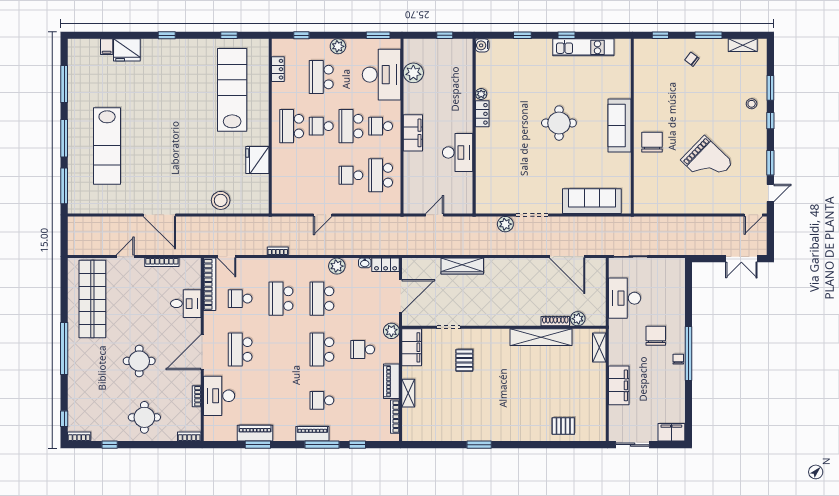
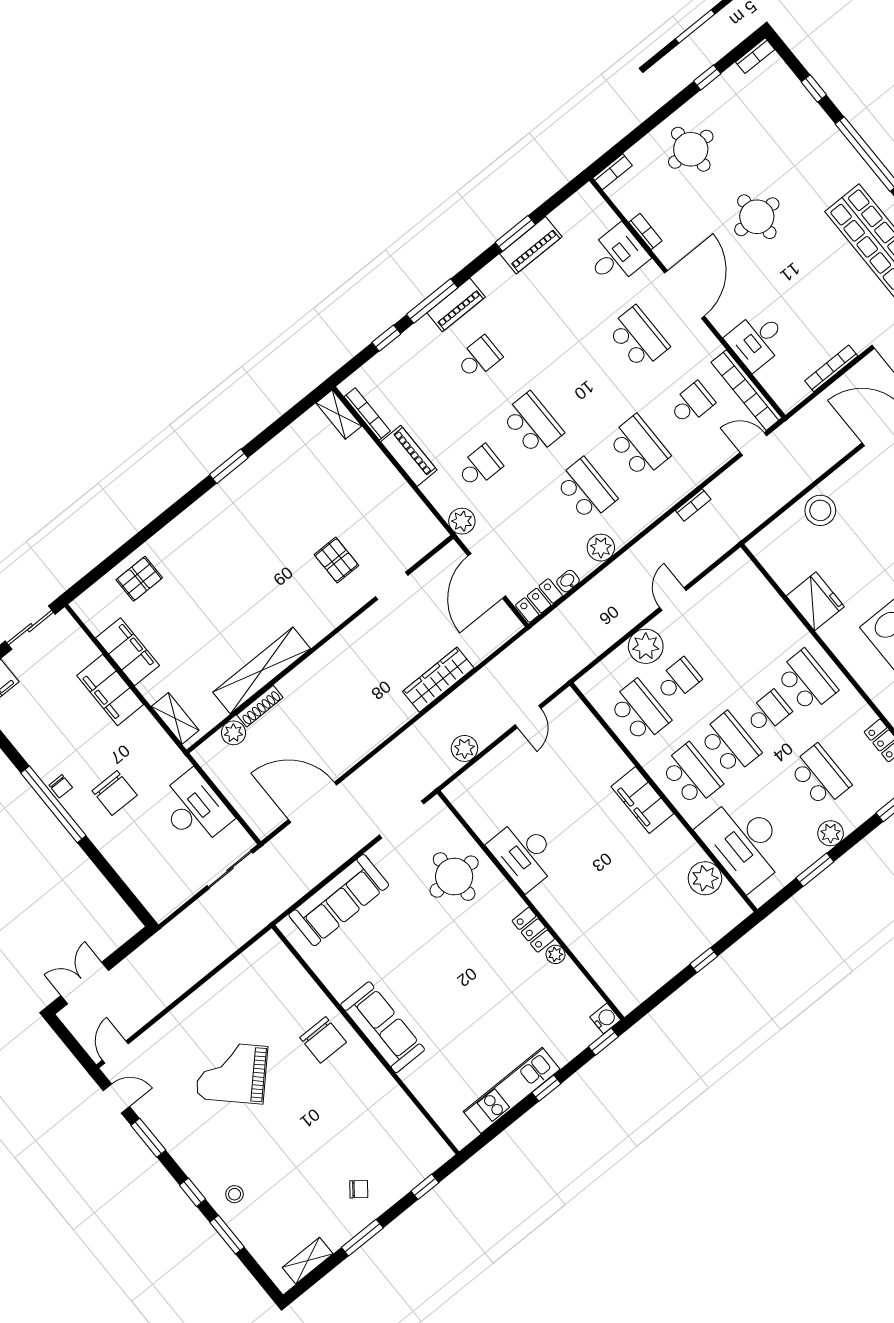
window: (378, 35) -> (815, 870), moved
water cooler: (482, 45) -> (605, 1018), moved
plant: (481, 94) -> (555, 954), moved
locker: (482, 114) -> (533, 930), moved
round table: (559, 123) -> (454, 877), moved
school desk: (381, 126) -> (691, 775), width x1.85
wall: (474, 126) -> (531, 905), moved
desk: (458, 152) -> (524, 854), moved
door: (770, 193) -> (116, 1098), swing flipped
plant: (353, 203) -> (646, 646), added
plant: (505, 224) -> (464, 748), moved
filing cabinet: (412, 347) -> (128, 652), moved, turned 180
shelving: (408, 393) -> (339, 415), moved
desk: (219, 396) -> (617, 256), width x0.73
window: (64, 419) -> (814, 88), moved

